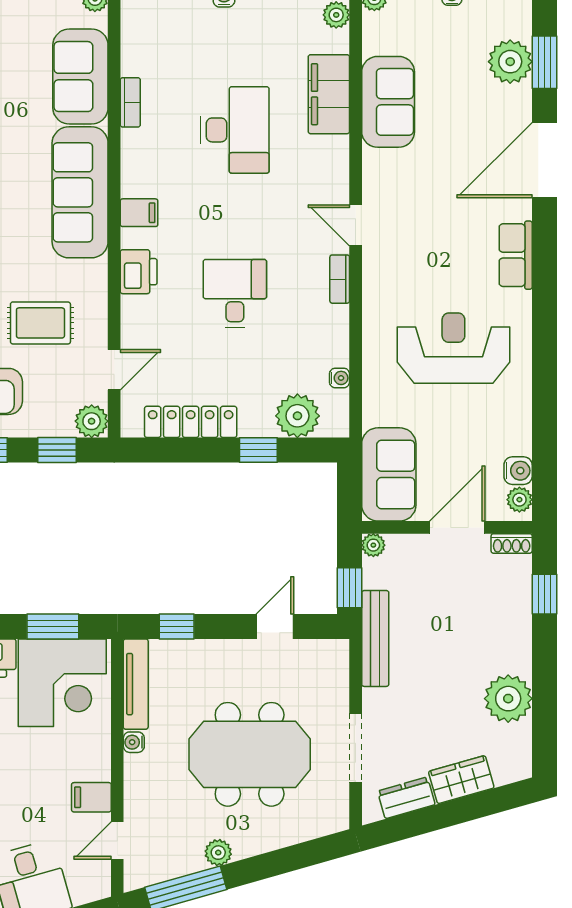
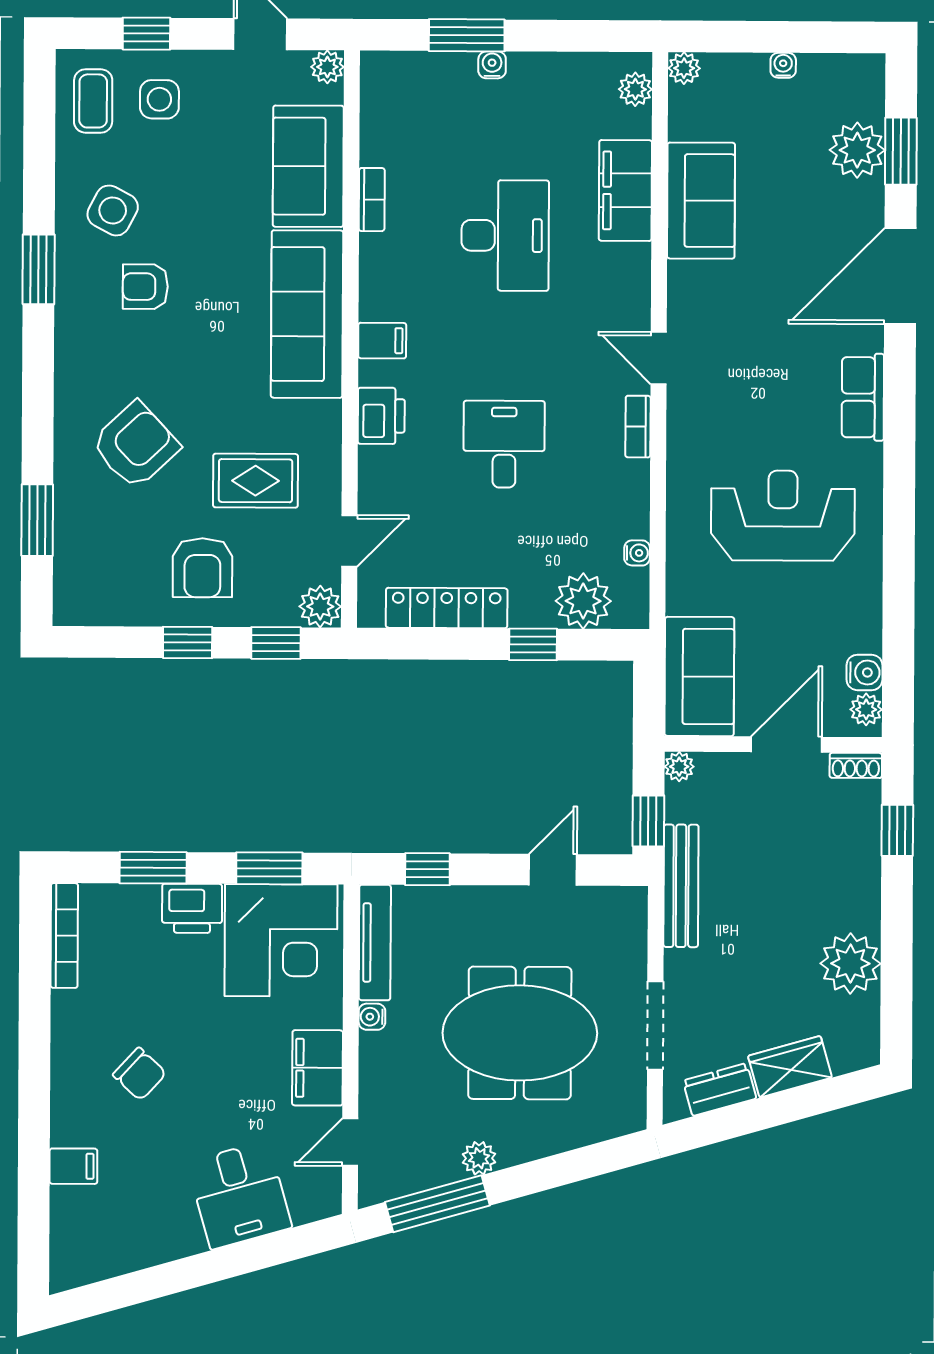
filing cabinet: (91, 797) -> (317, 1068), width x2.00

